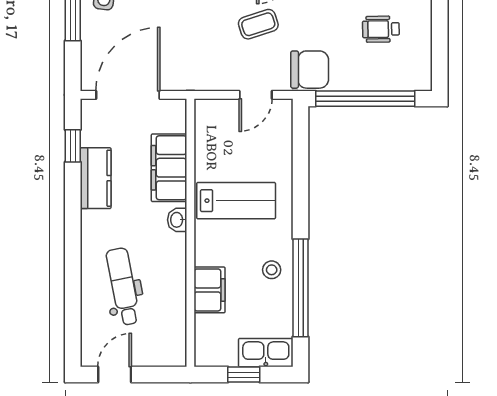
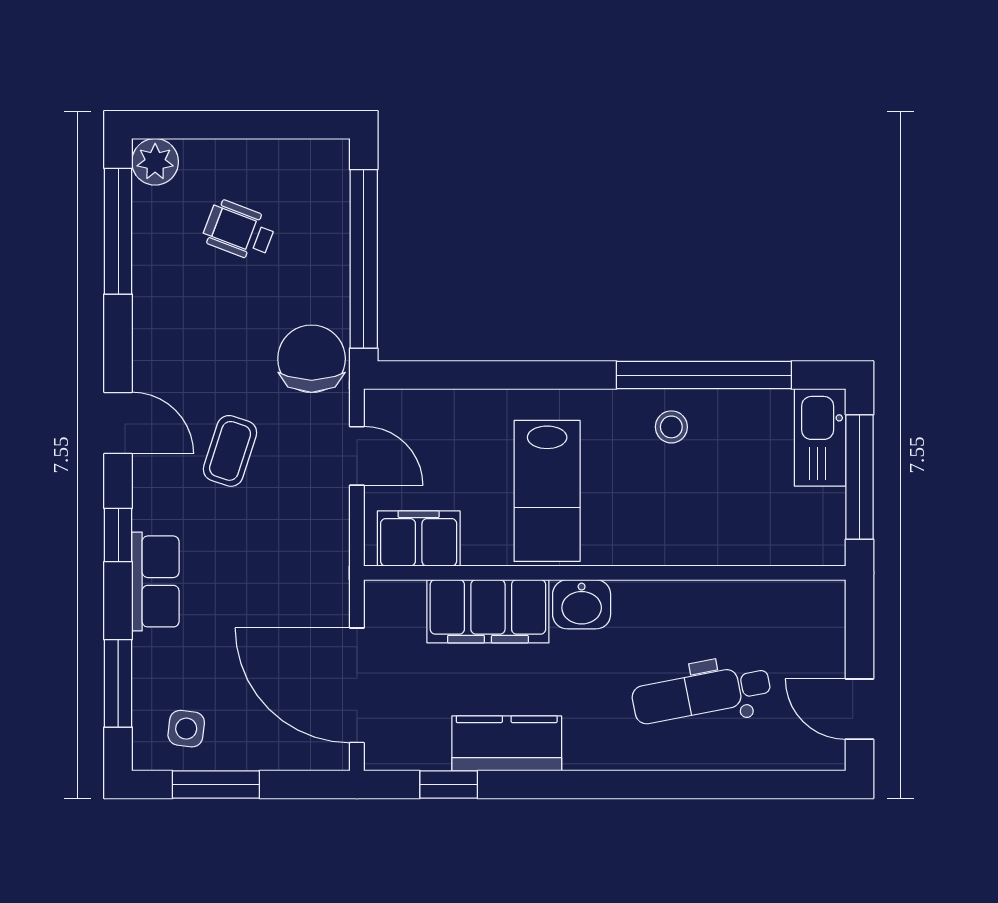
coffee table: (258, 24) -> (230, 451), turned 36
wheelchair: (381, 29) -> (239, 231), turned 112
lab bench: (236, 201) -> (547, 491), turned 180
washbasin: (177, 220) -> (582, 604), width x1.38, depth x1.45
filing cabinet: (210, 290) -> (419, 538), moved
window: (244, 375) -> (860, 477), width x2.17

